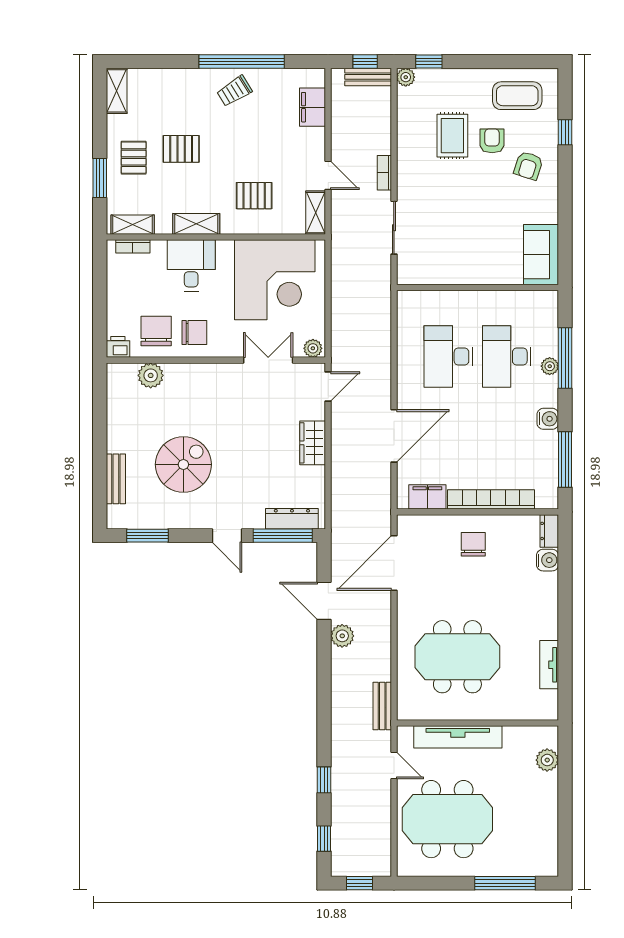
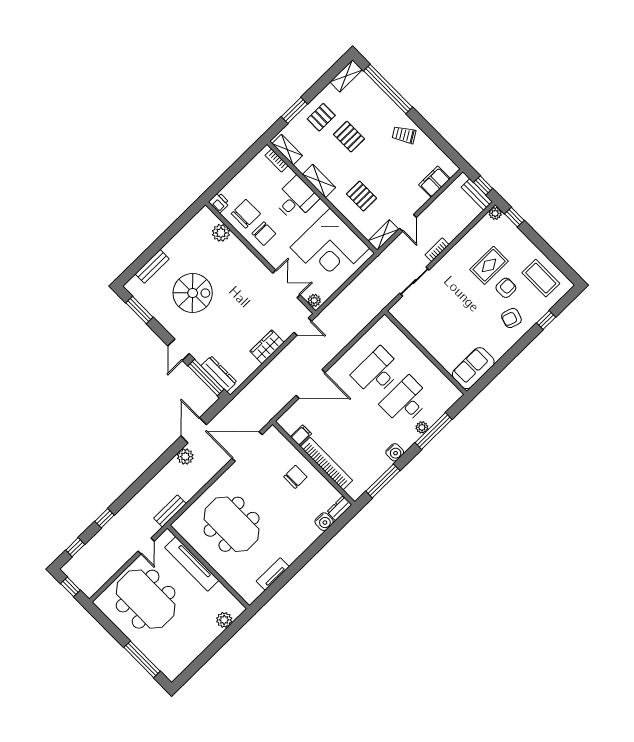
window: (242, 61) -> (388, 89), moved
filing cabinet: (427, 497) -> (301, 435), width x0.50

